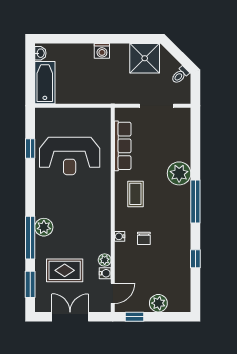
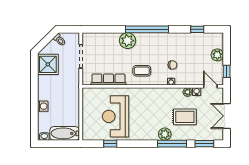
washing machine: (102, 51) -> (43, 106), moved
reception desk: (70, 156) -> (116, 116), turned 180
window: (195, 202) -> (147, 29), width x1.46
window: (195, 259) -> (197, 29), moved
rug: (65, 270) -> (185, 117), moved, turned 90

